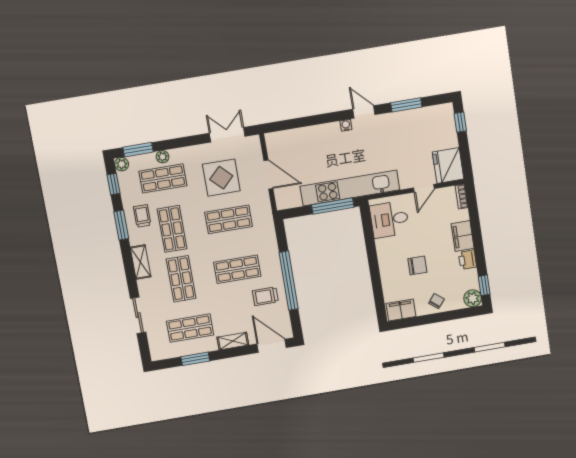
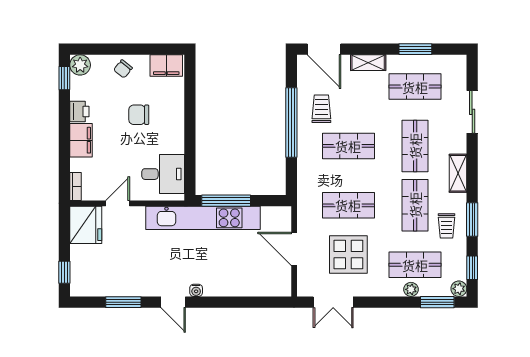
trolley: (265, 296) -> (321, 109), turned -90

